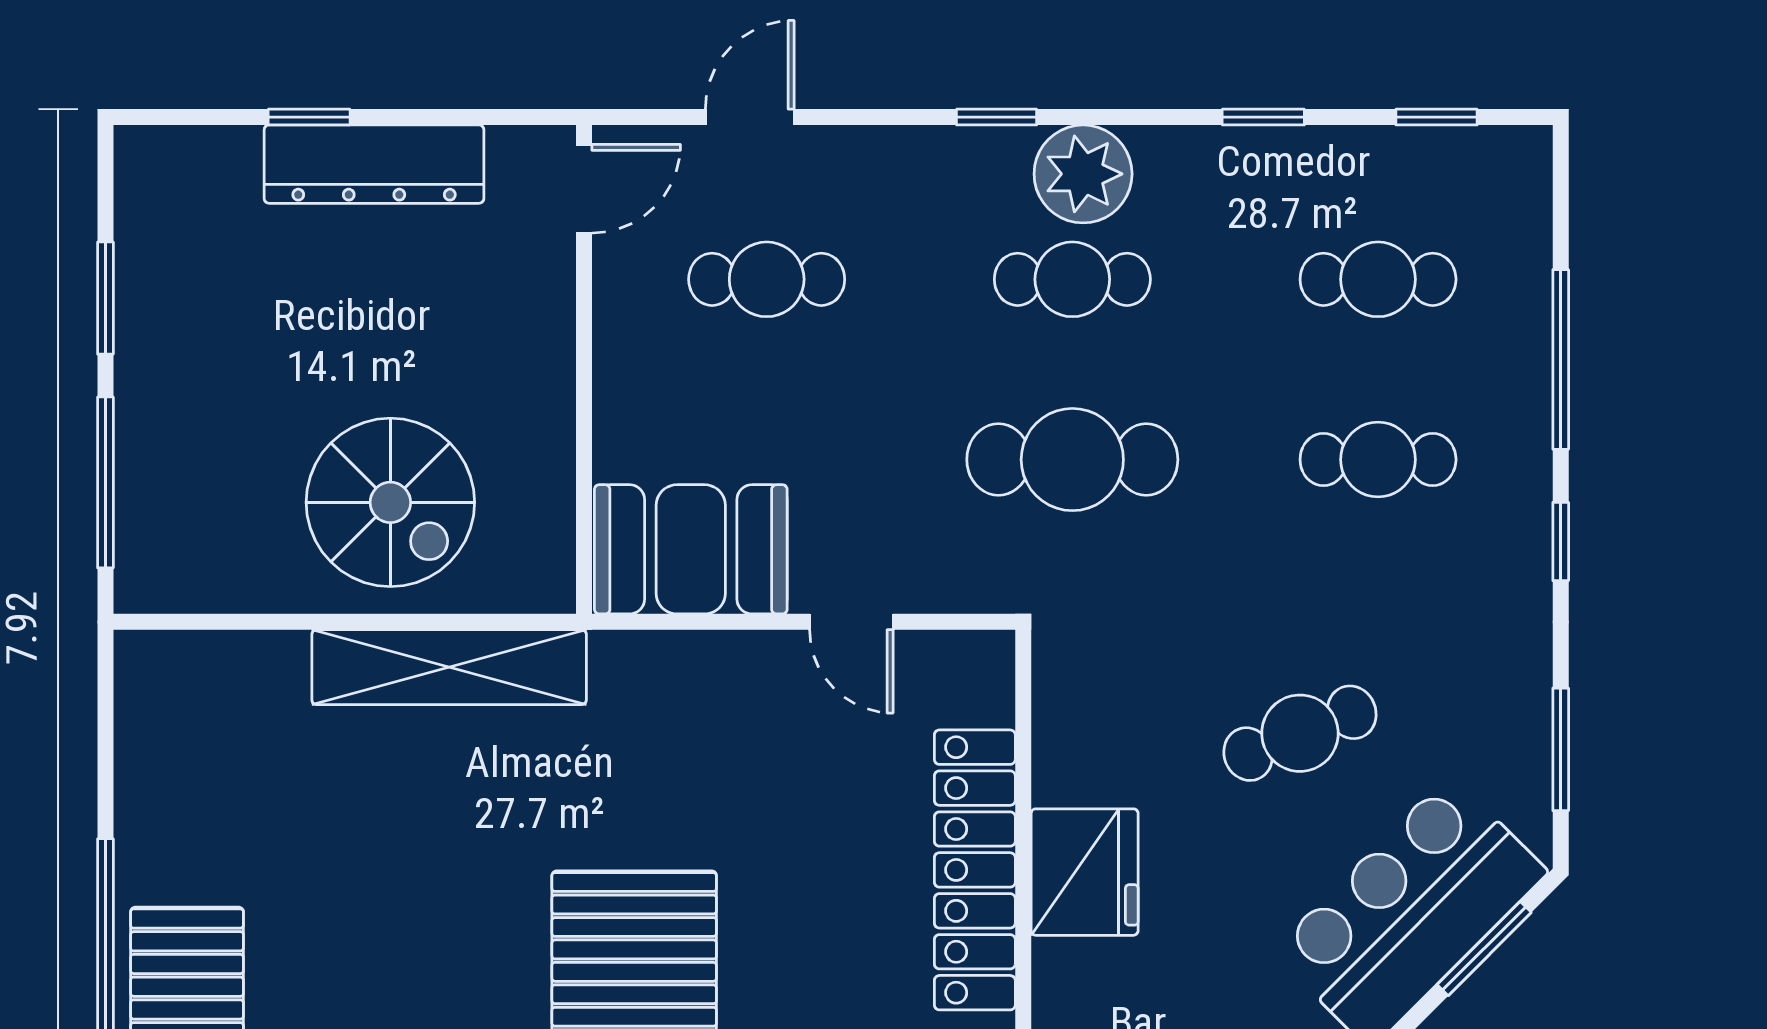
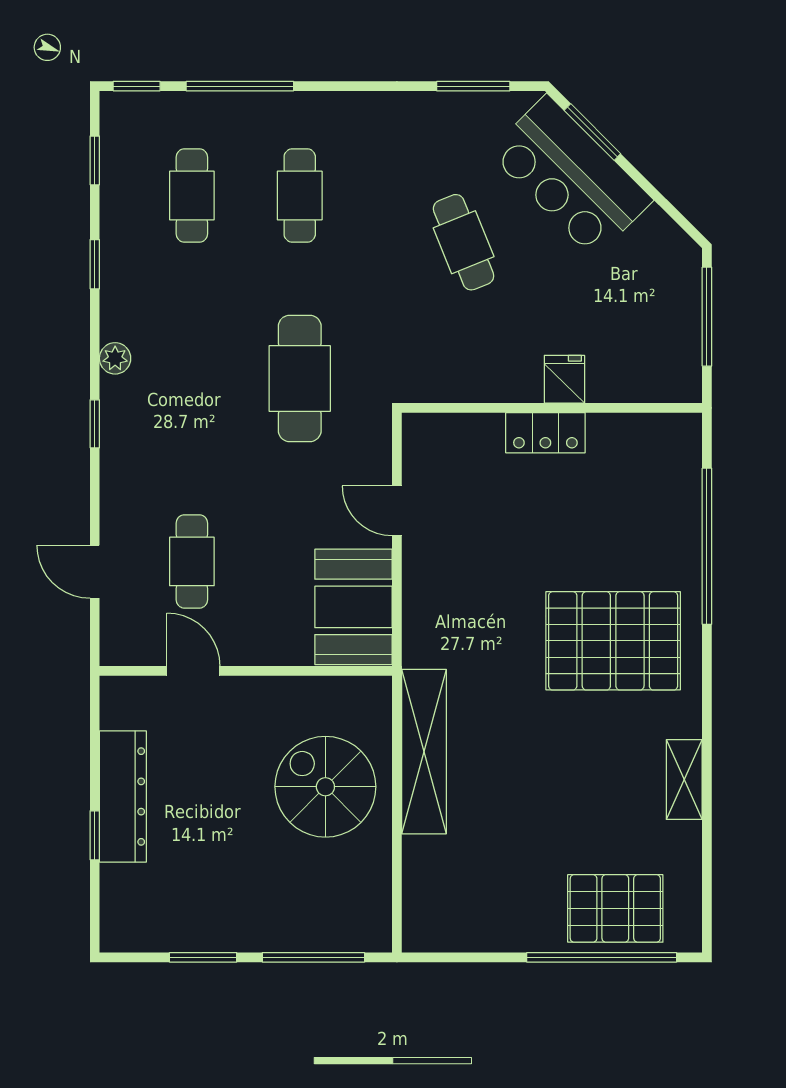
plant: (1083, 174) -> (115, 358), width x0.53, depth x0.53
door: (584, 189) -> (193, 671), moved
cafe table: (1072, 279) -> (192, 378), removed
spiral stairs: (390, 502) -> (325, 787), turned -90
window: (1561, 541) -> (137, 86), moved
door: (851, 622) -> (397, 511), swing flipped
locker: (975, 870) -> (545, 433), width x0.46, depth x0.83
fridge: (1085, 872) -> (564, 379), width x0.53, depth x0.75

